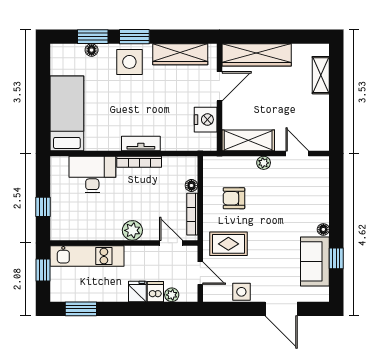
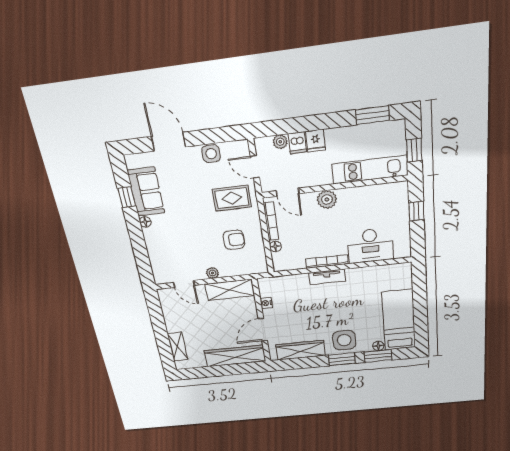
bed: (67, 113) -> (399, 320), moved, turned 180
nightstand: (206, 120) -> (266, 303), width x0.53, depth x0.56

